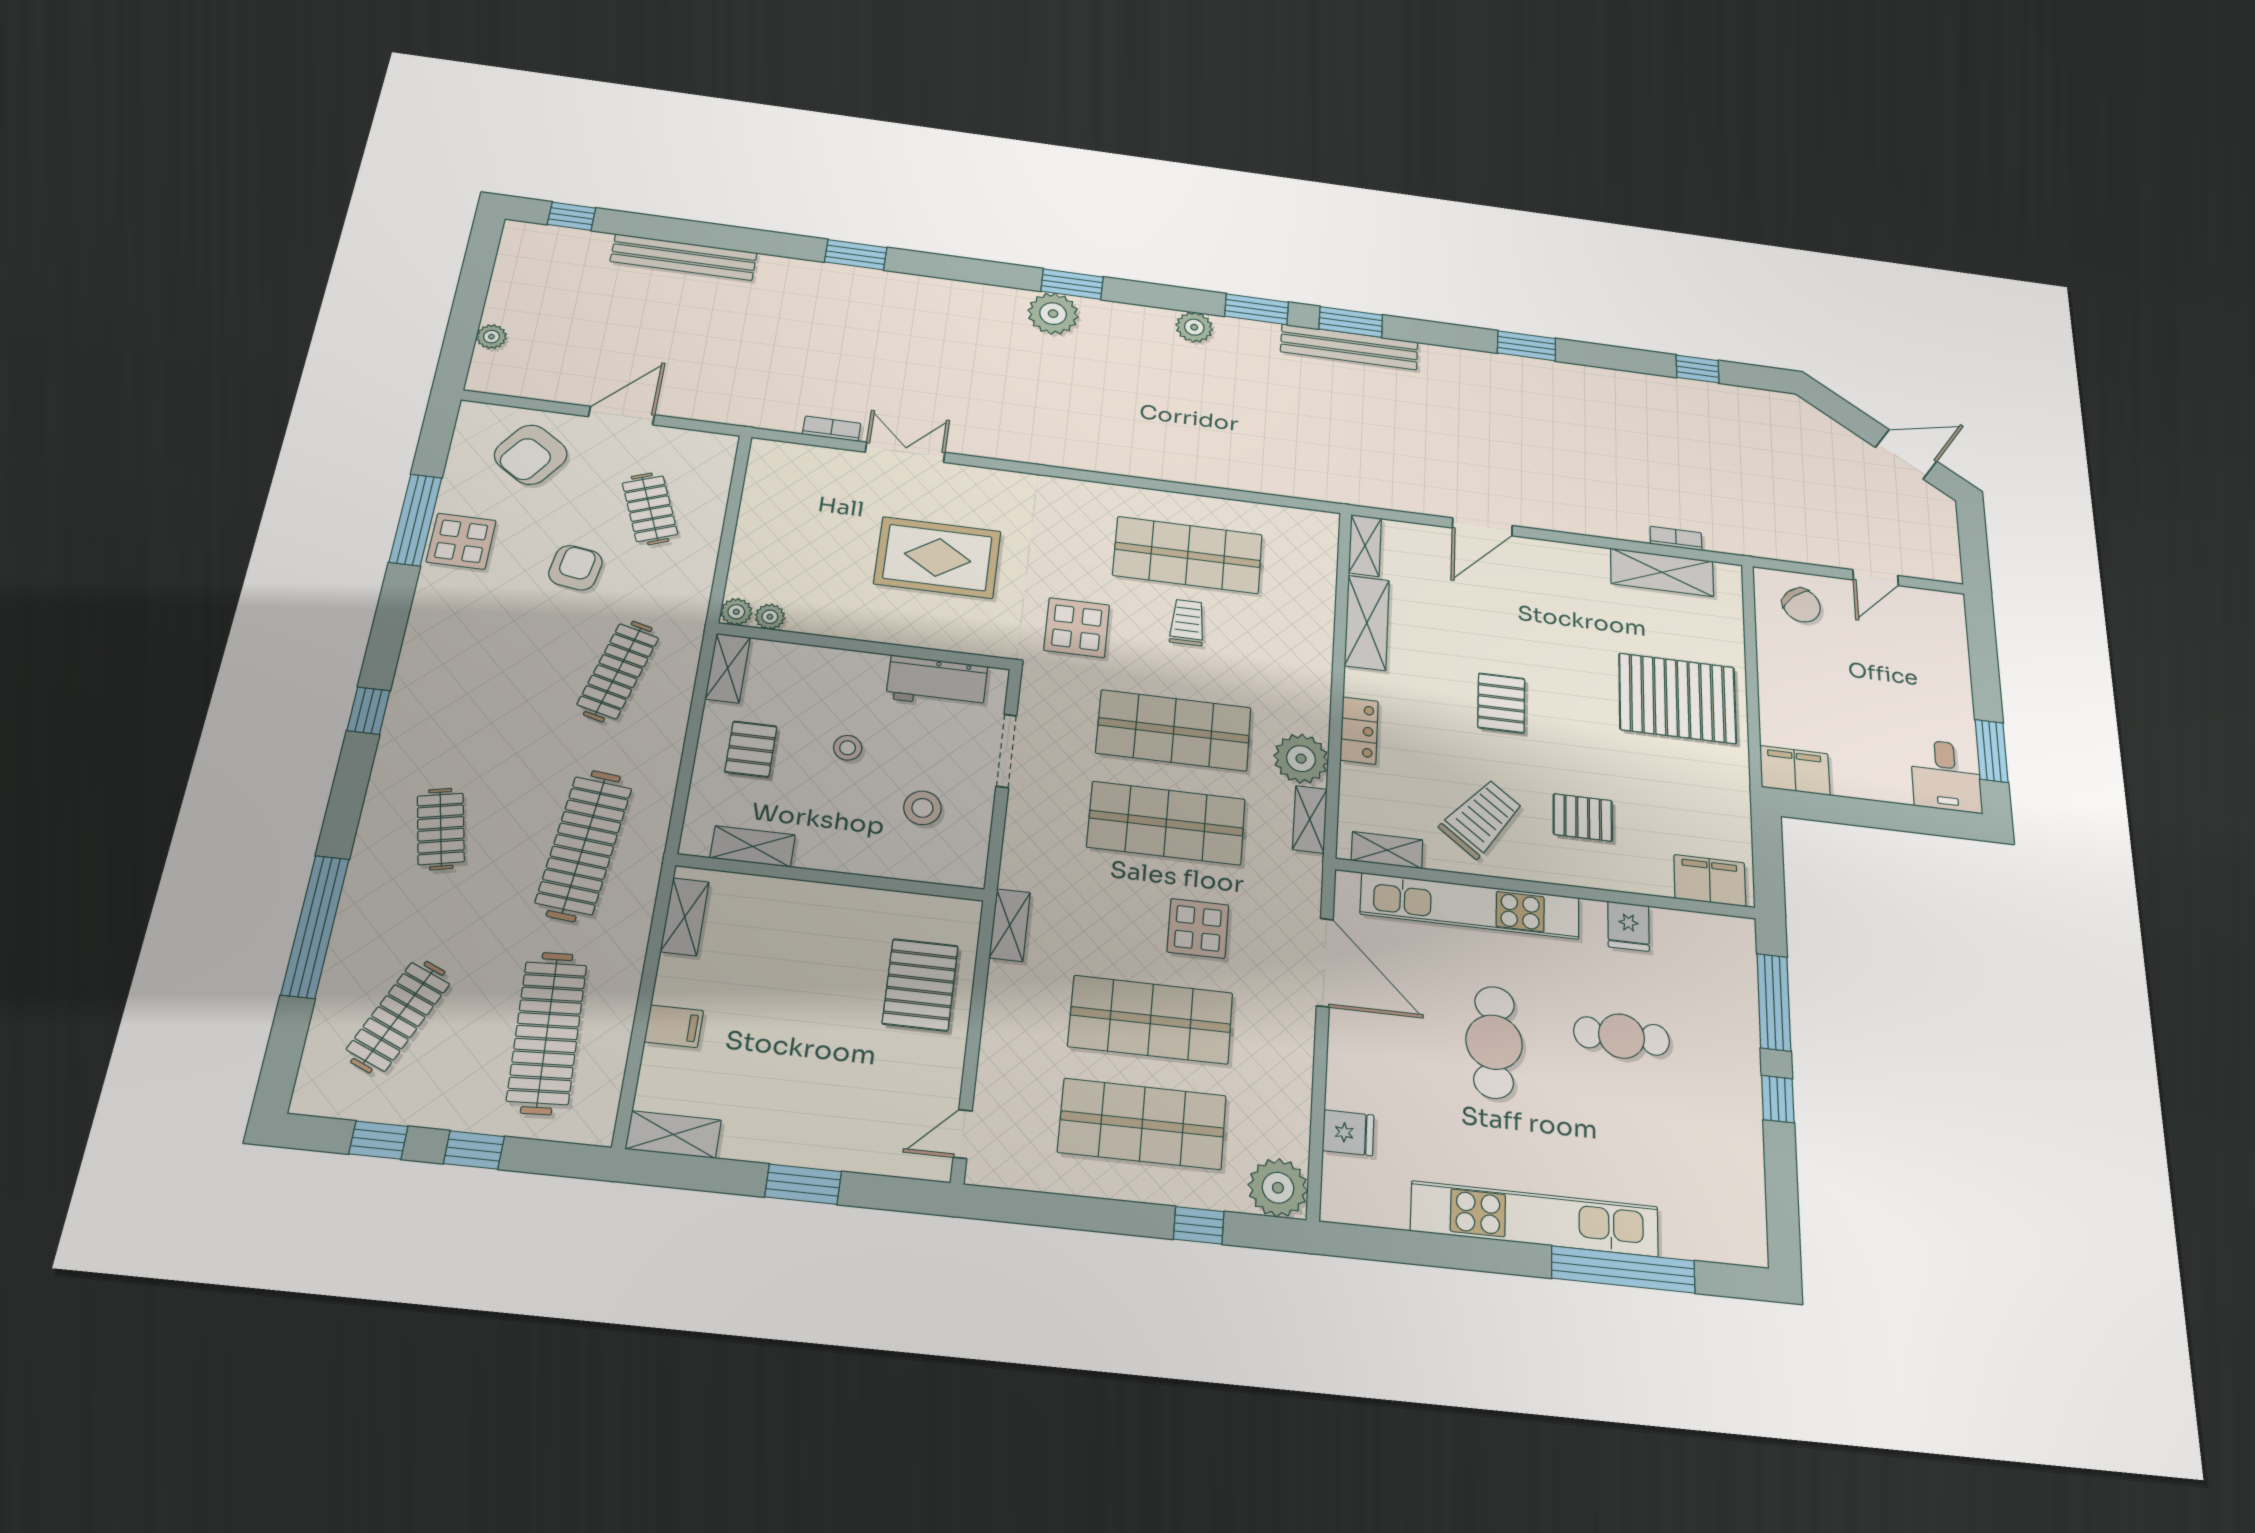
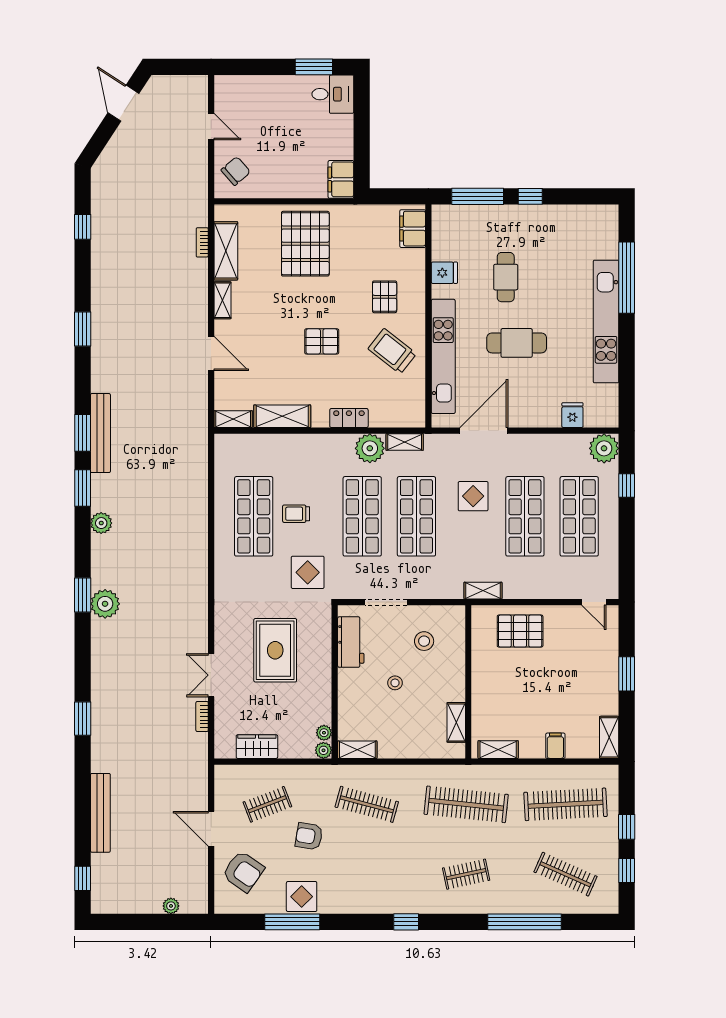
wardrobe: (762, 506) -> (257, 747), added
pallet: (751, 749) -> (402, 731), removed
shelving: (1387, 850) -> (222, 300), moved

